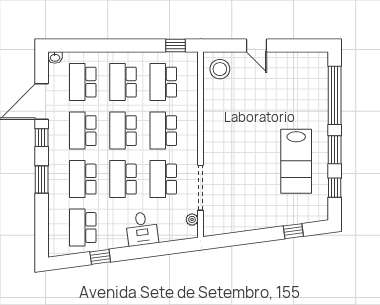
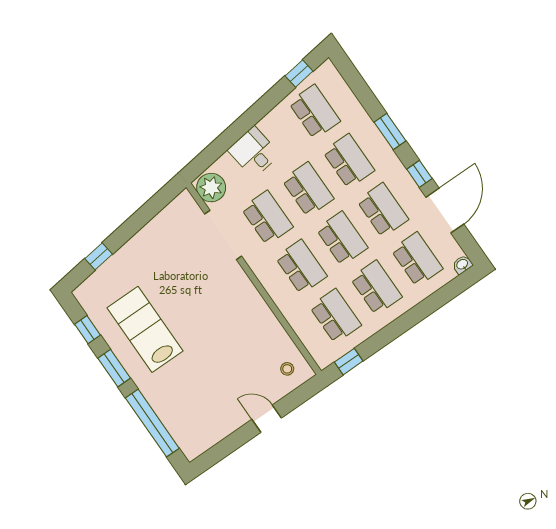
stool: (220, 69) -> (287, 369), width x0.53, depth x0.53
plant: (192, 220) -> (211, 188), width x1.88, depth x1.88
window: (100, 257) -> (299, 73), moved

